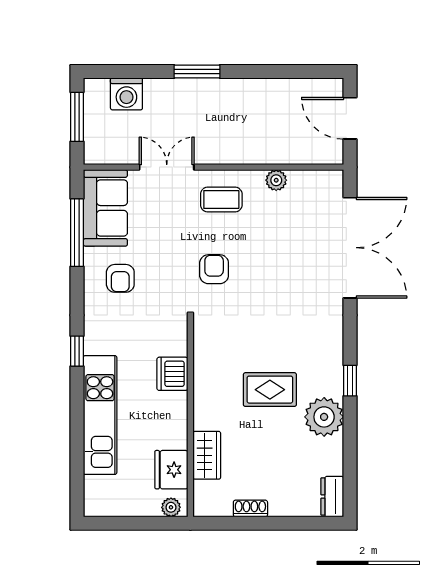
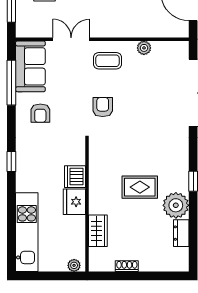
kitchen unit: (100, 415) -> (27, 232), moved
fridge: (171, 470) -> (74, 202), moved
dresser: (332, 497) -> (181, 233), moved

